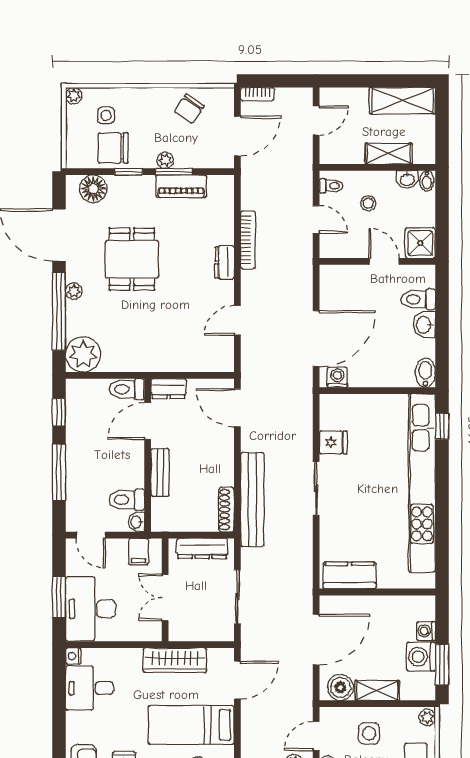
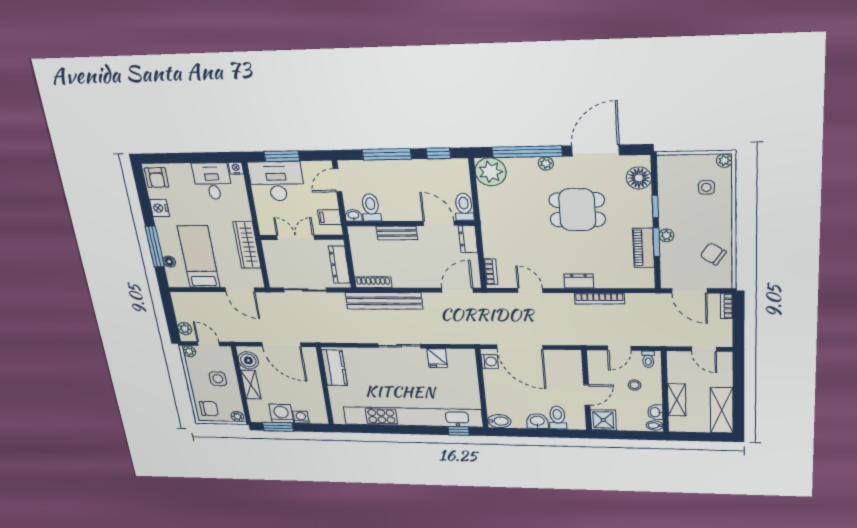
chair: (113, 148) -> (677, 194), removed
bookcase: (212, 365) -> (491, 272), added

